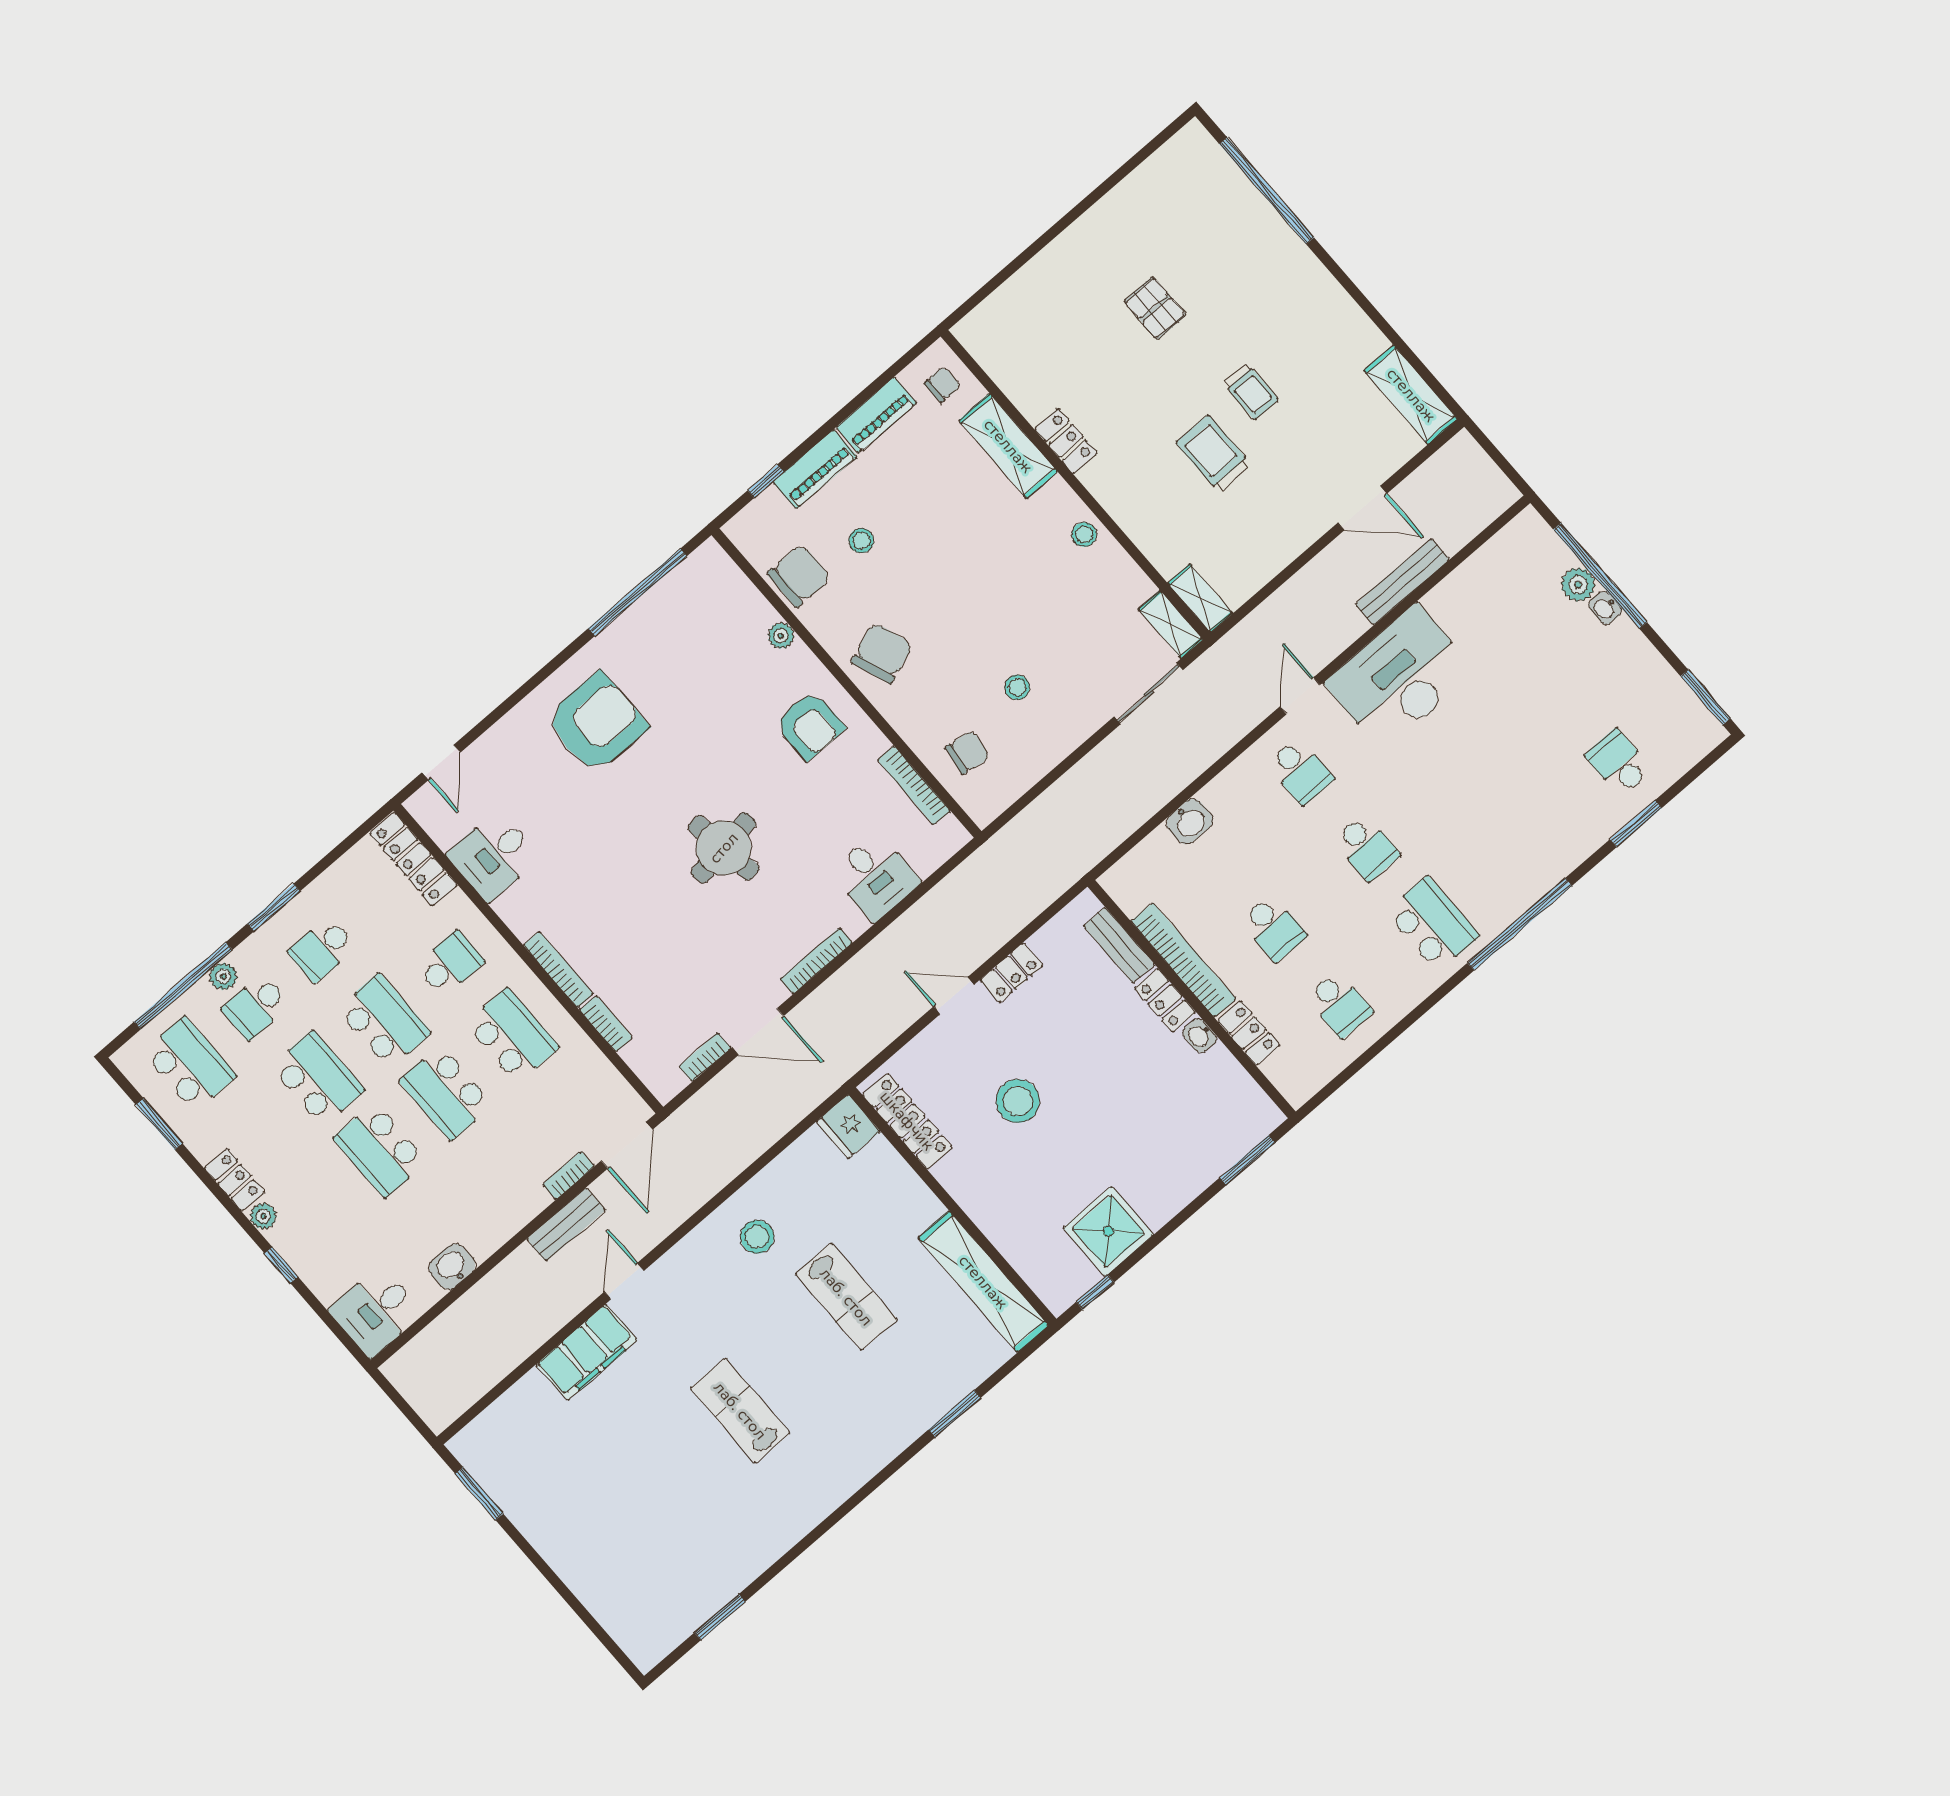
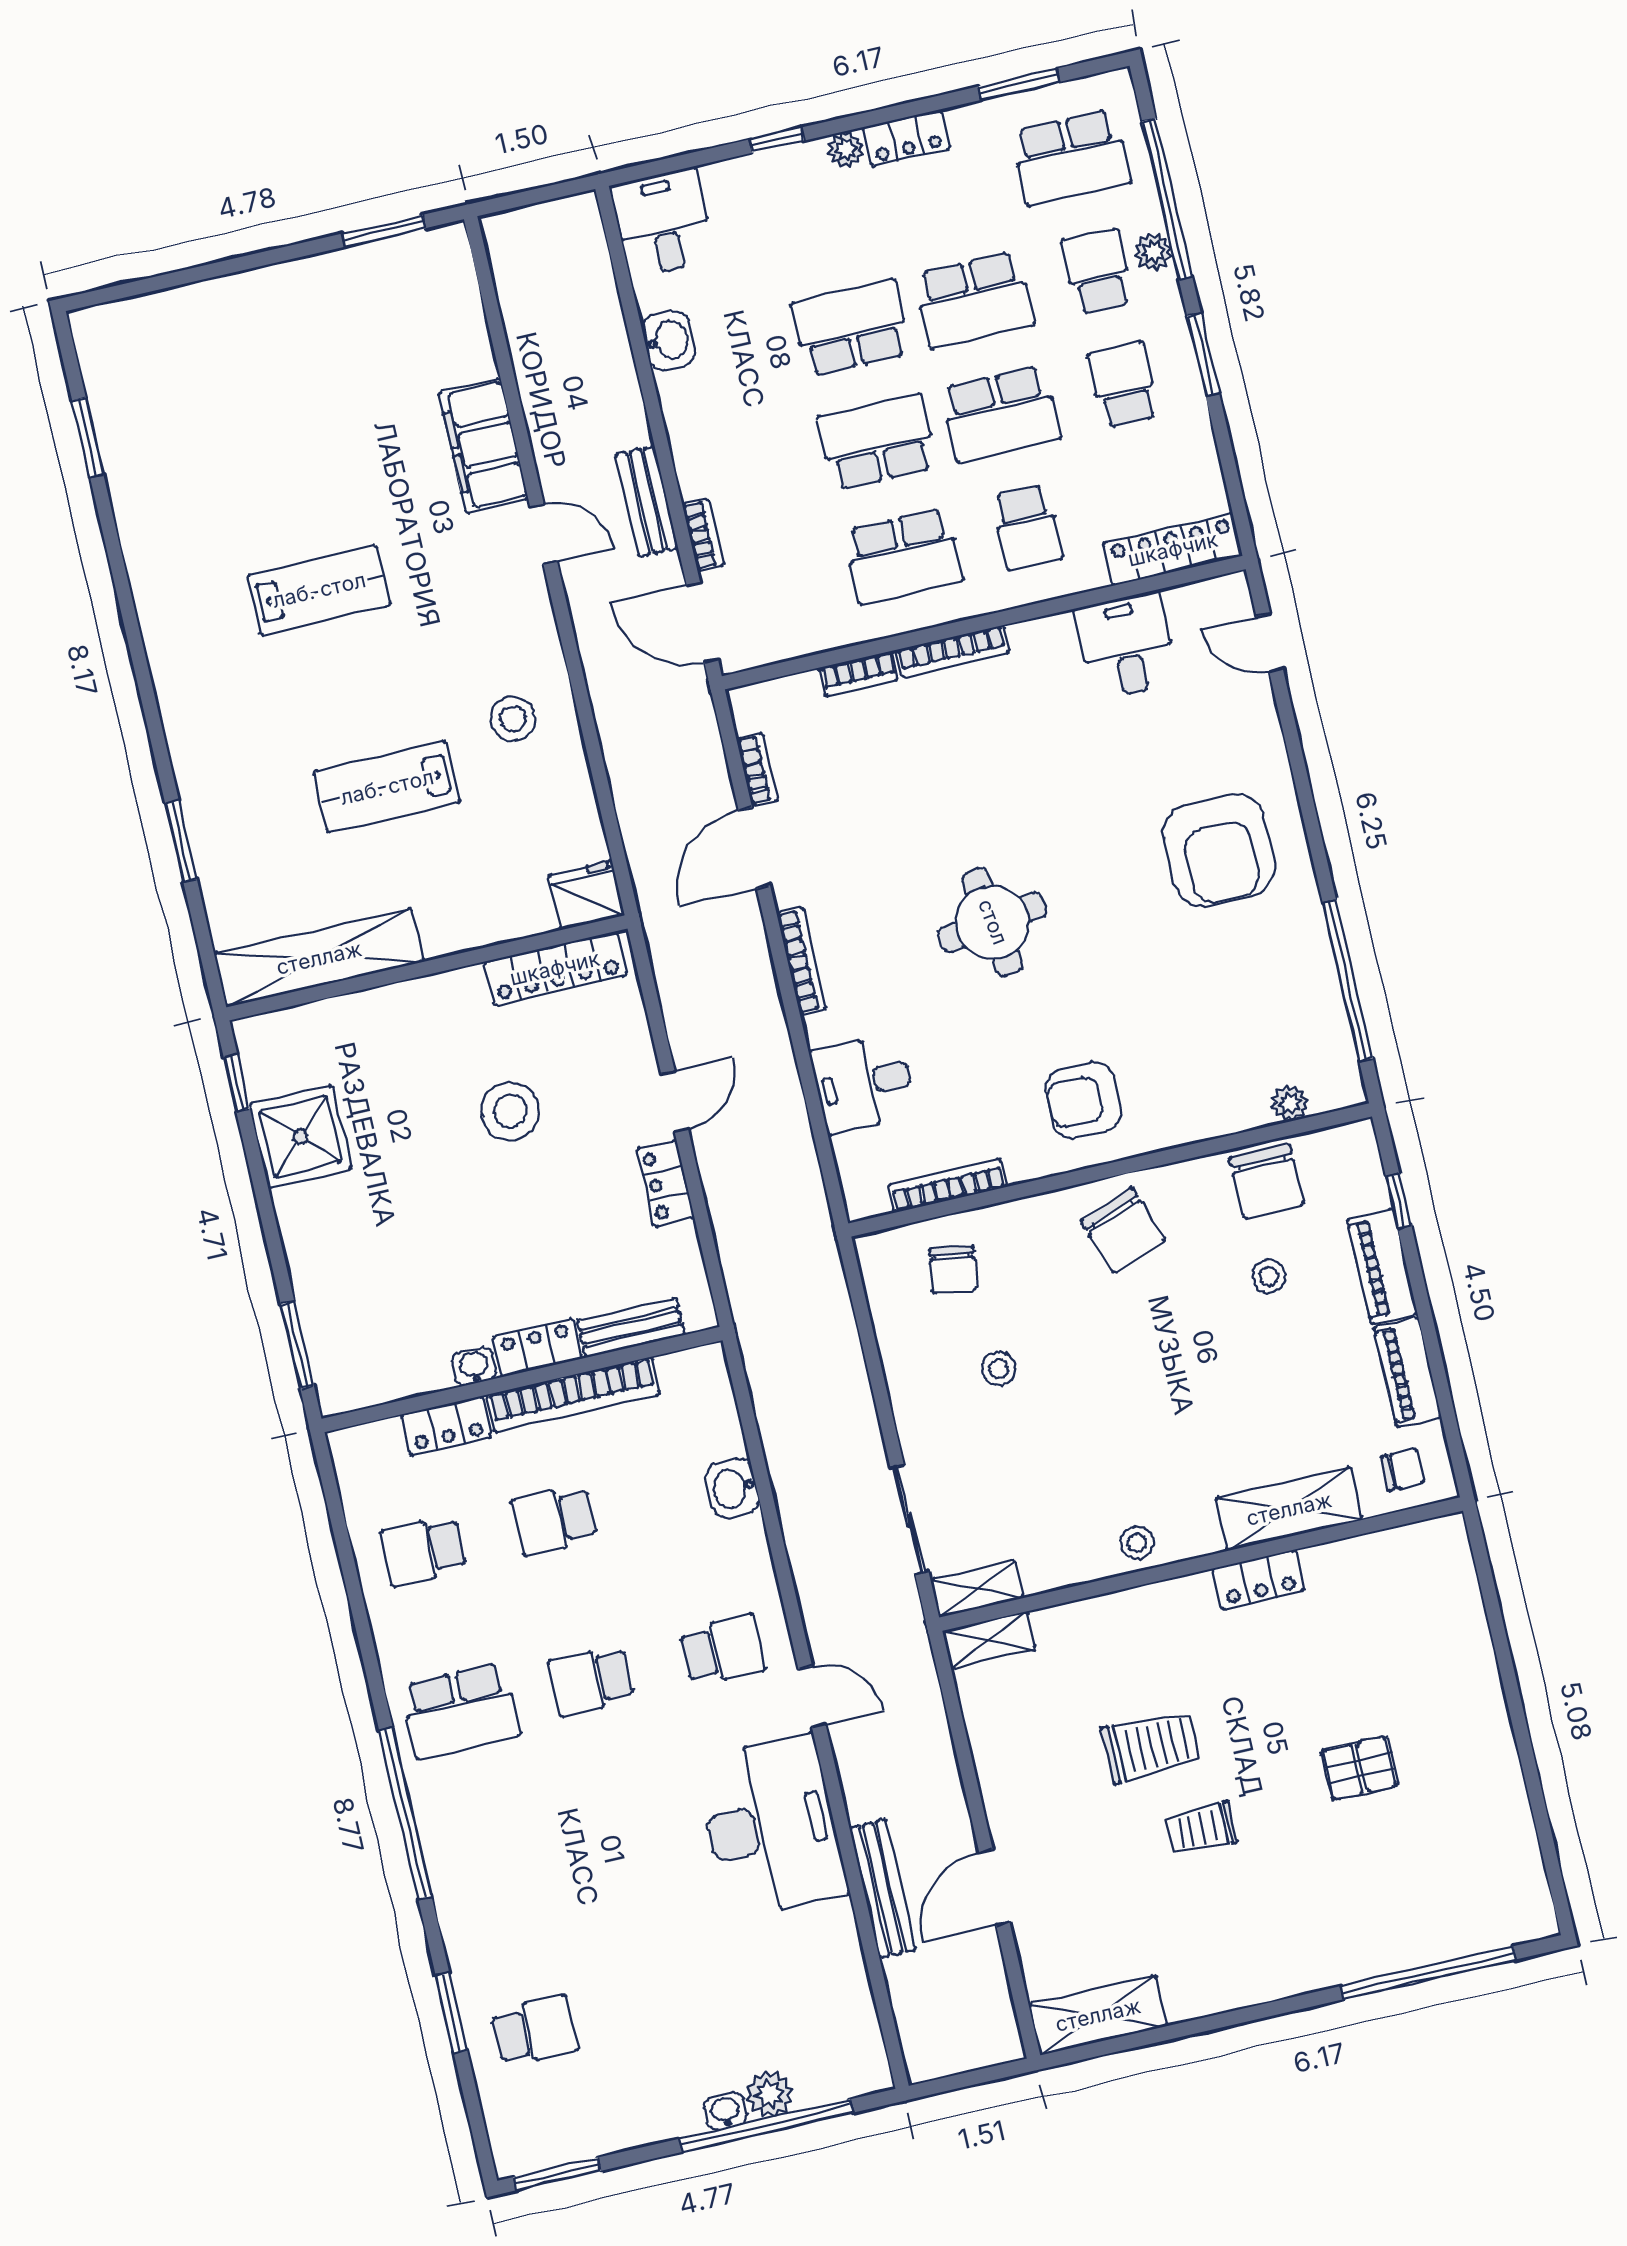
chair: (942, 384) -> (1403, 1469), turned -90
plant: (781, 636) -> (1290, 1103), moved
school desk: (1300, 771) -> (723, 1650), turned 180

